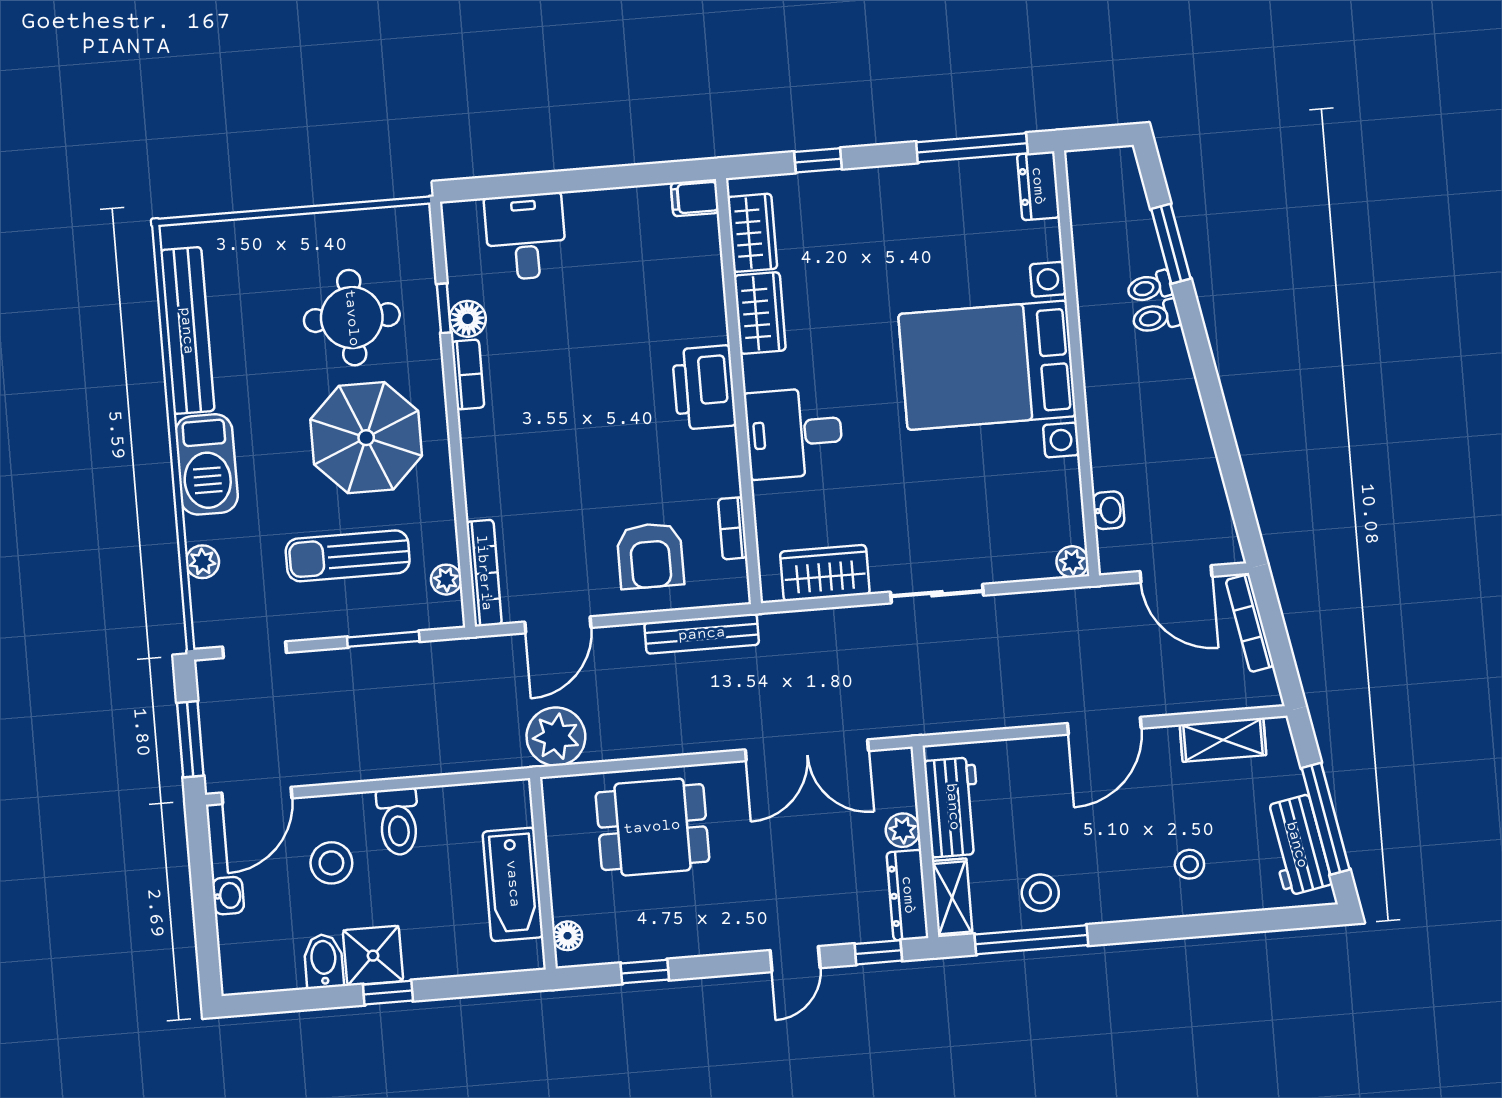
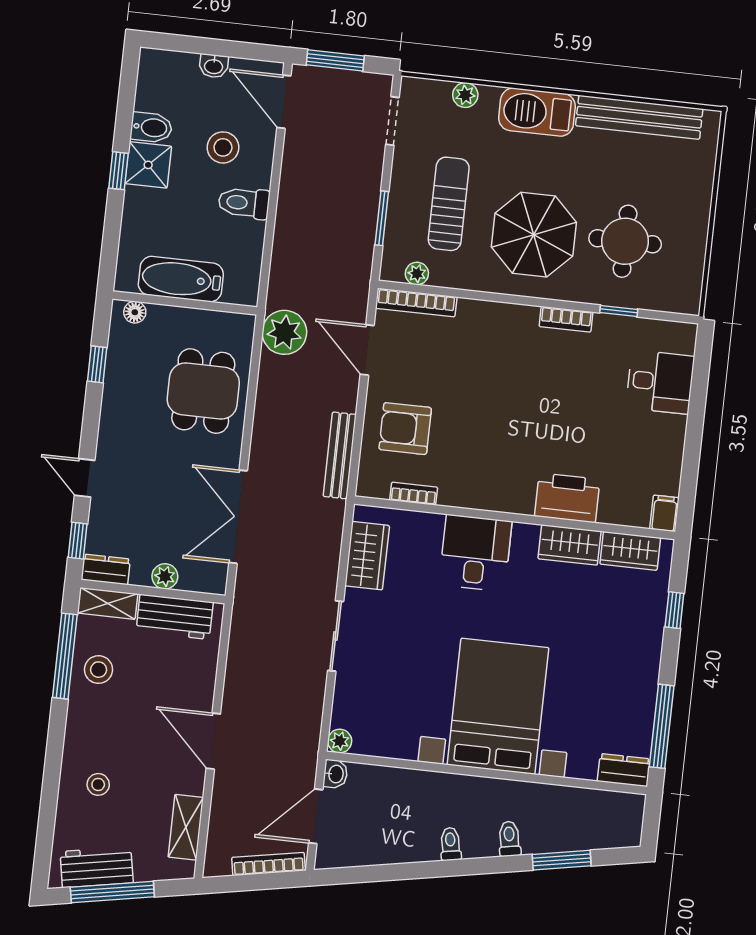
toilet: (1150, 287) -> (451, 844), moved
floor lamp: (468, 319) -> (607, 327), removed
printer: (704, 388) -> (567, 498), moved
washbasin: (1109, 510) -> (335, 774), moved, turned -90
dresser: (908, 895) -> (106, 569), width x0.70

